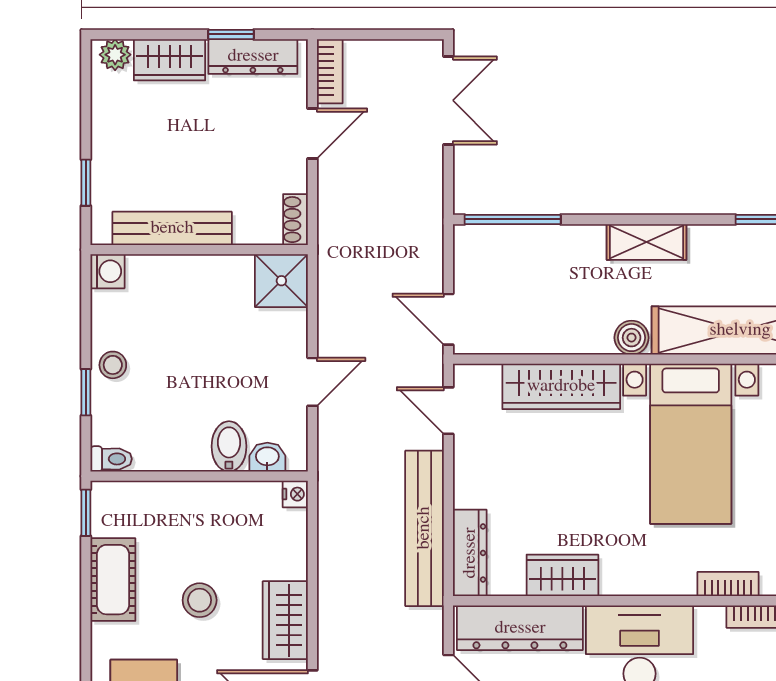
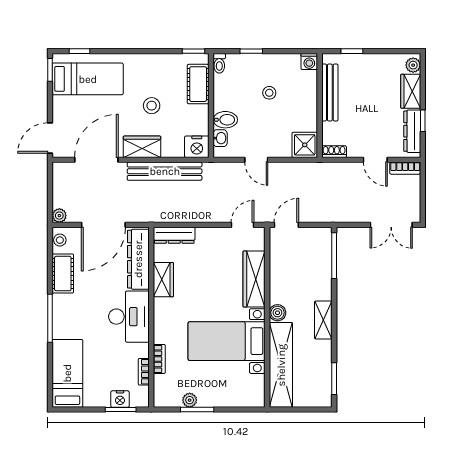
stool: (113, 365) -> (269, 93), moved
nightstand: (295, 494) -> (197, 147), width x1.89, depth x1.79
bench: (424, 528) -> (165, 171), moved
cot: (113, 580) -> (198, 84), moved, turned 90

